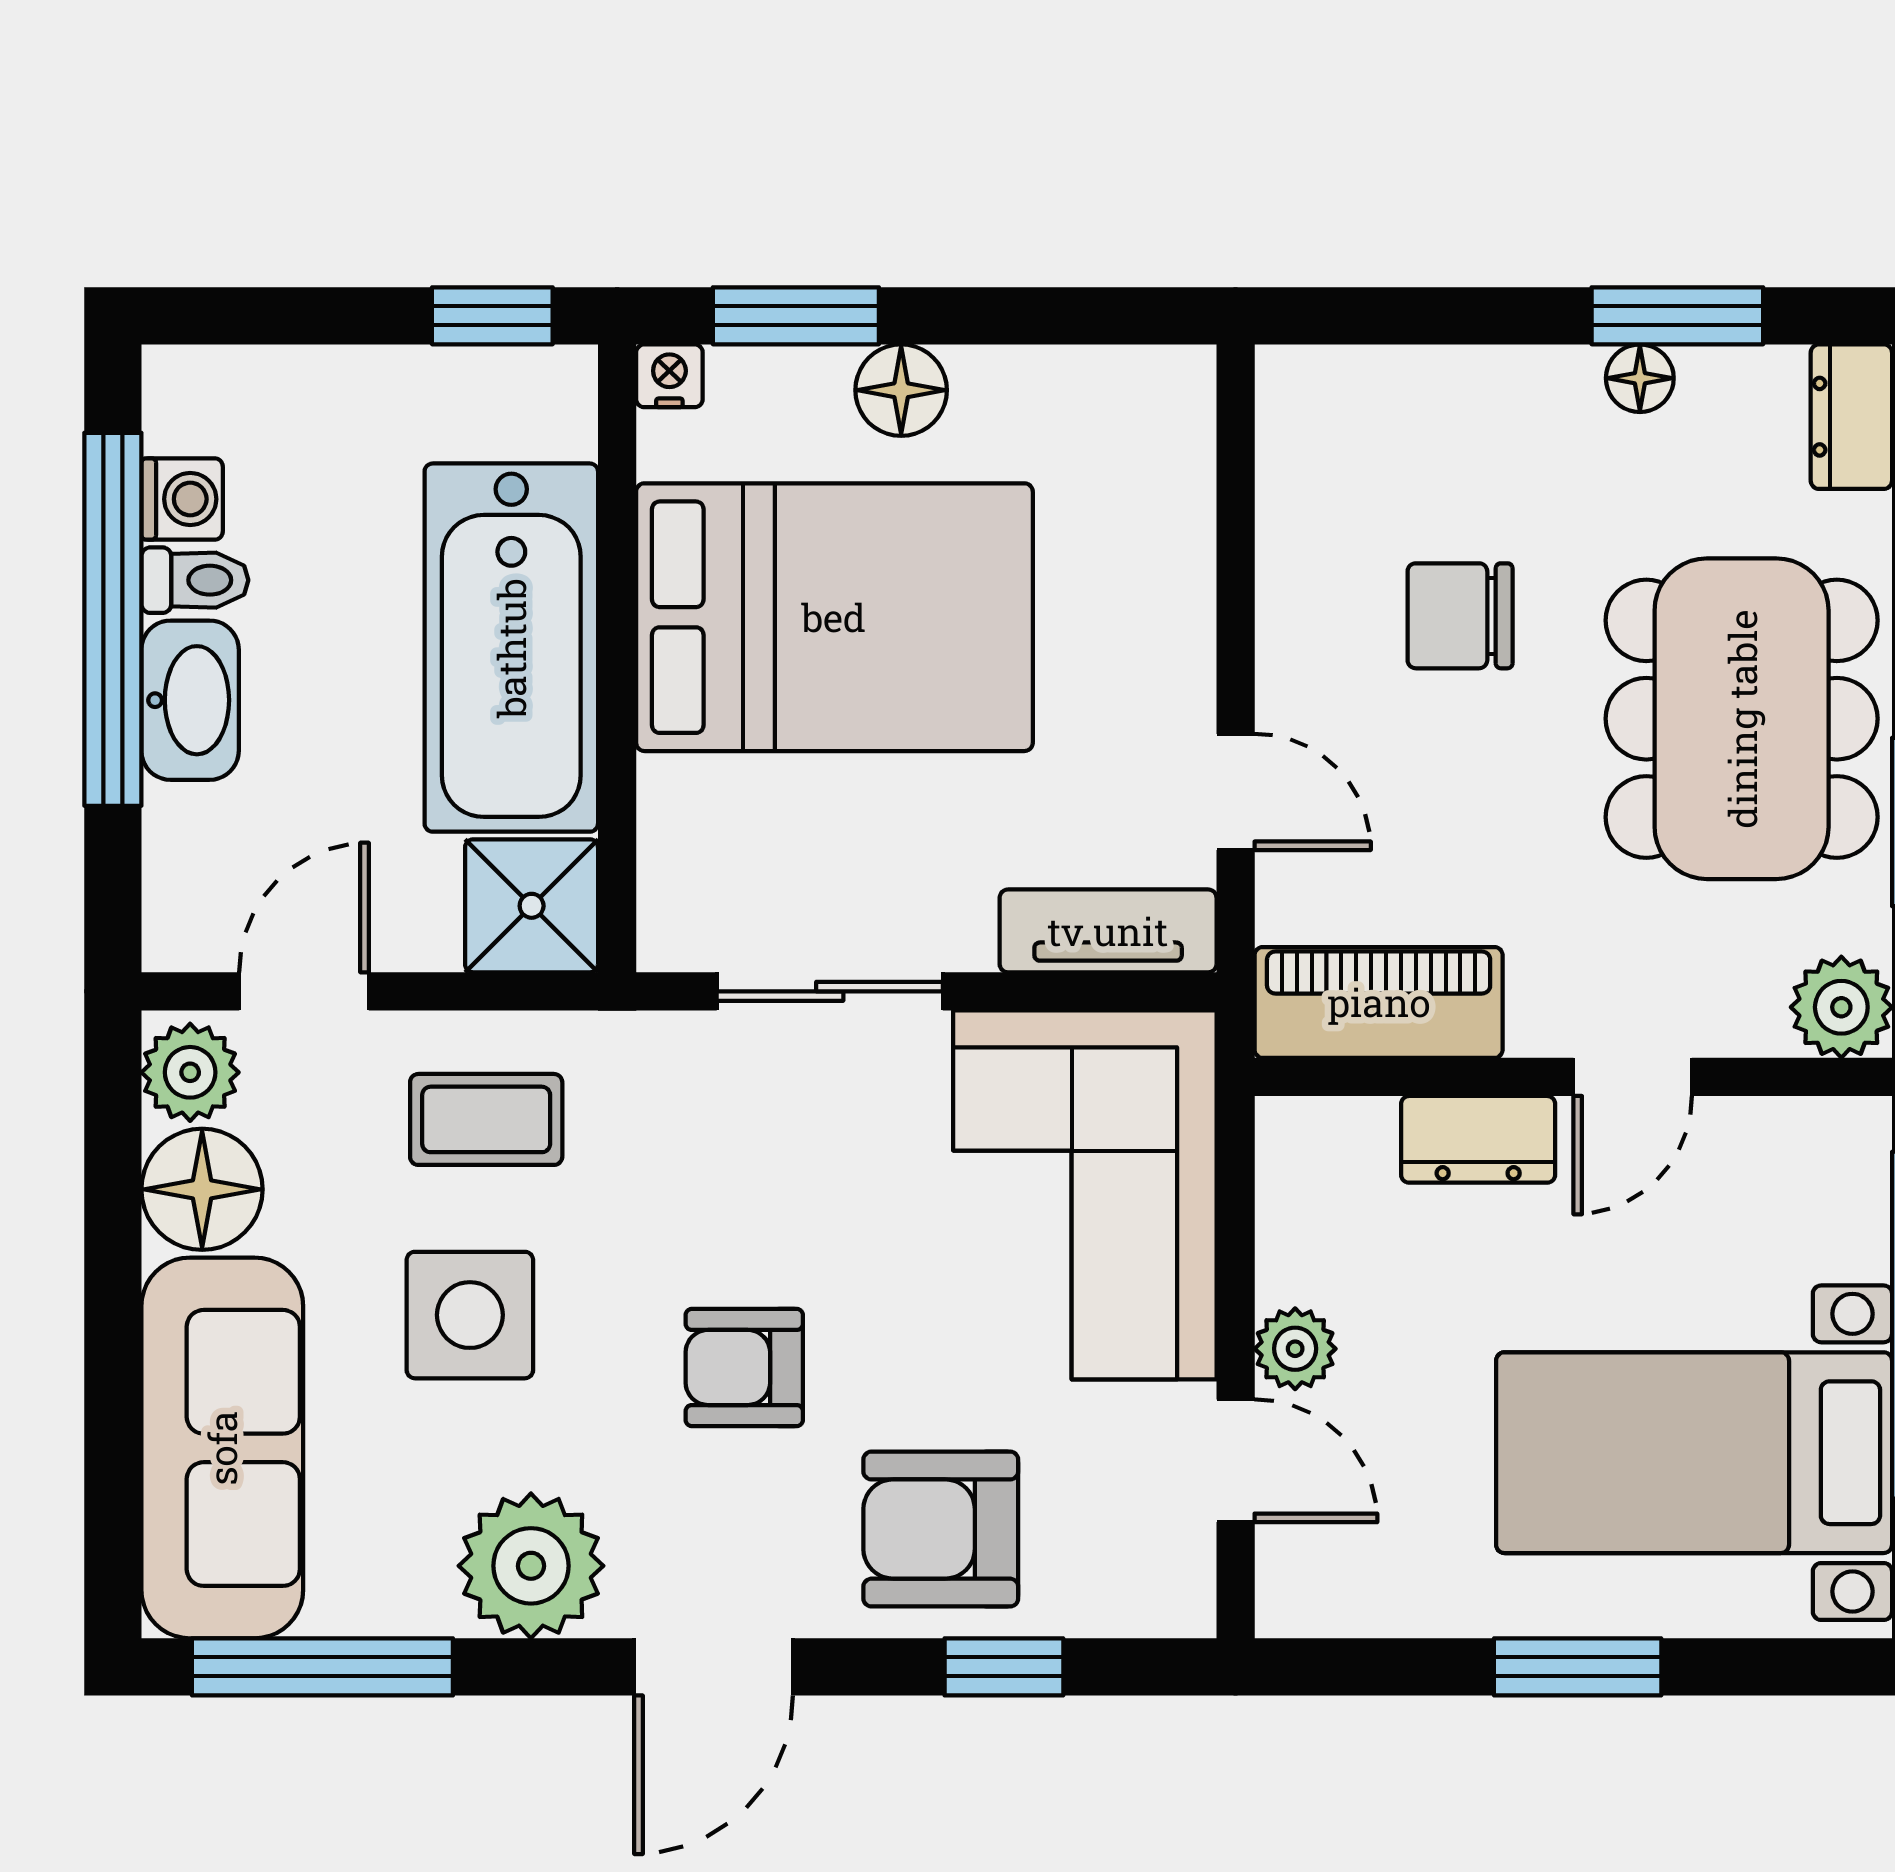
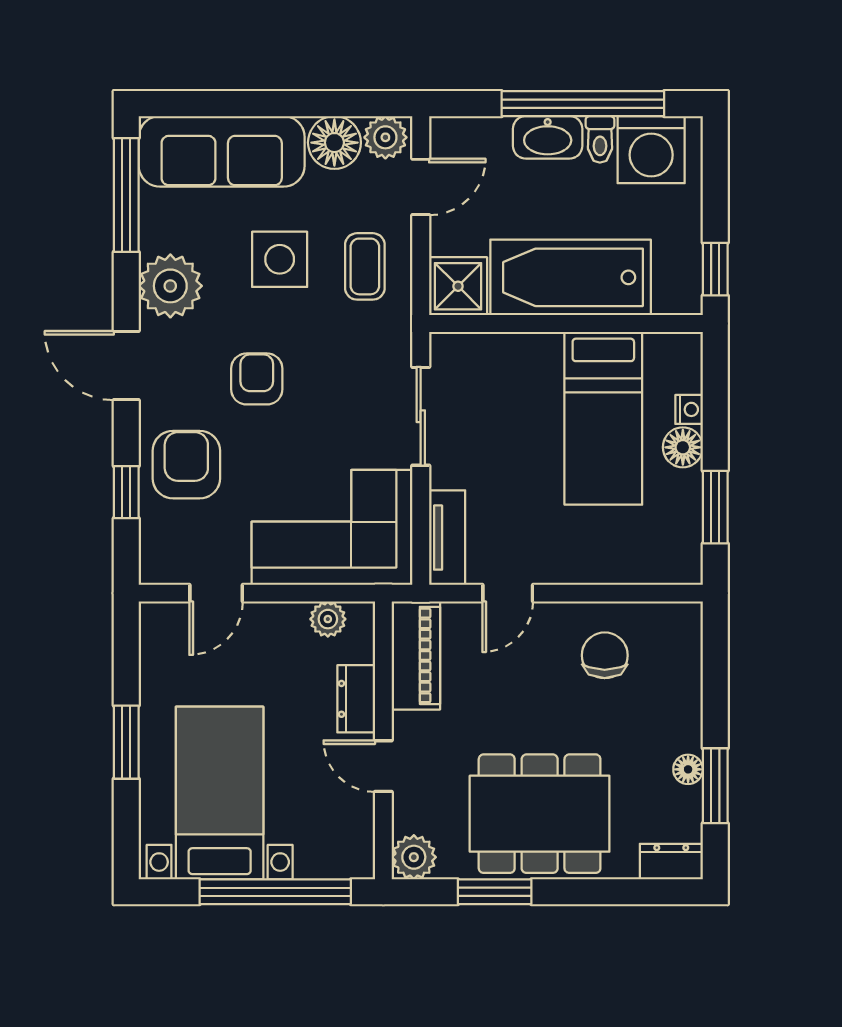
window: (796, 316) -> (715, 507), moved
nightstand: (669, 376) -> (689, 409), moved
washing machine: (182, 499) -> (651, 150), width x1.89, depth x1.89
chair: (1460, 616) -> (605, 655), moved
bed: (834, 617) -> (603, 418), width x0.67
door: (304, 991) -> (421, 187), hinge flipped
plant: (1295, 1349) -> (328, 619), moved

